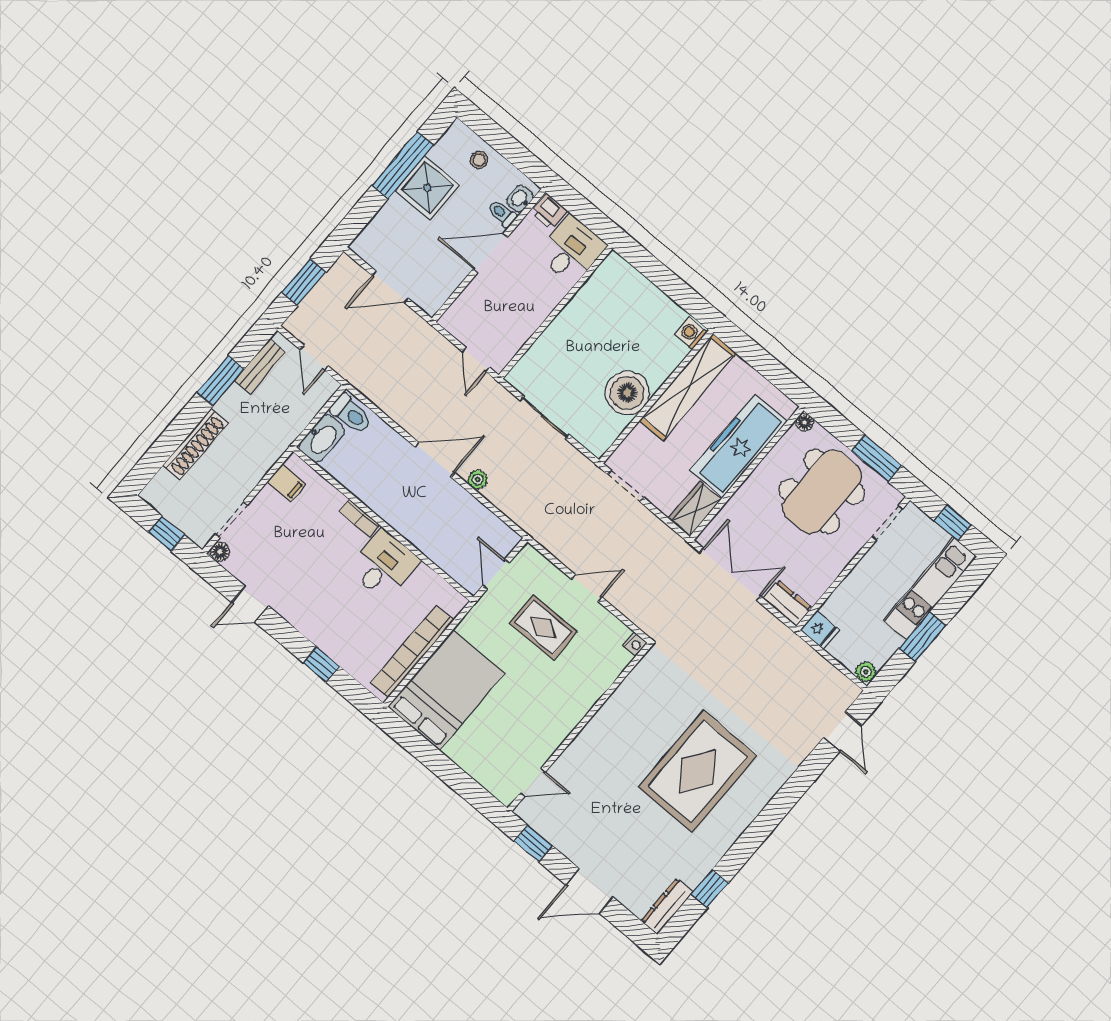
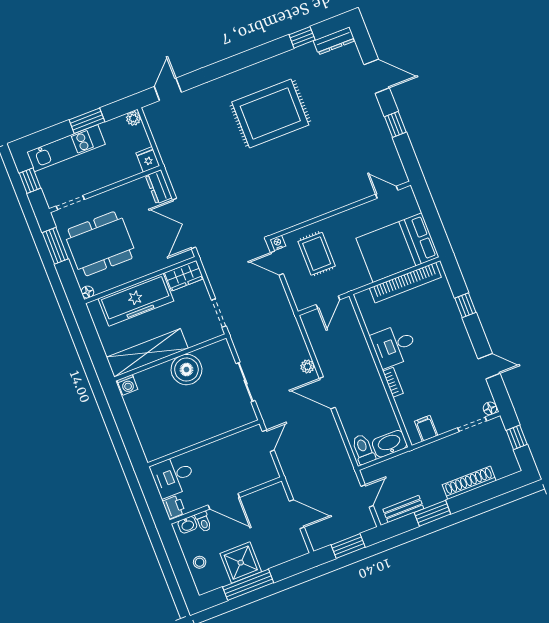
nightstand: (635, 644) -> (278, 243), moved
wall: (579, 727) -> (340, 210), moved
door: (533, 782) -> (387, 192), moved

